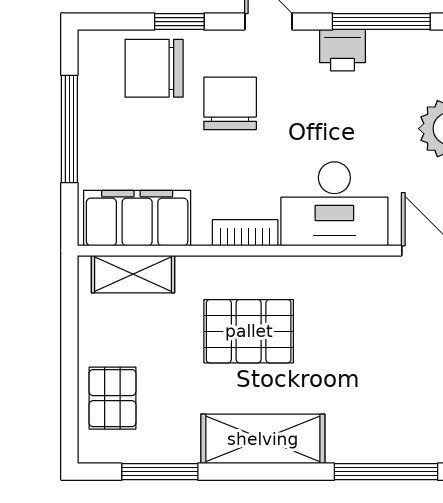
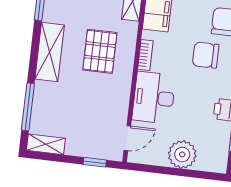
chair: (230, 103) -> (206, 55), turned 180

